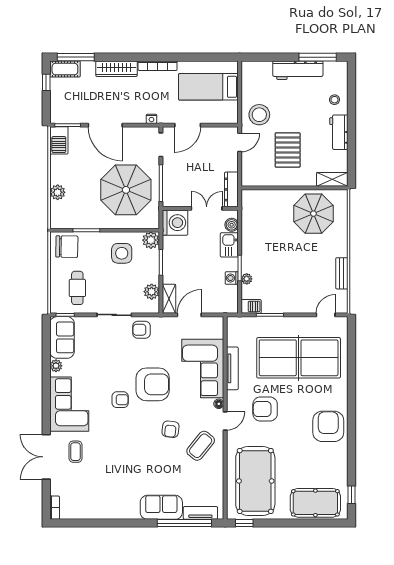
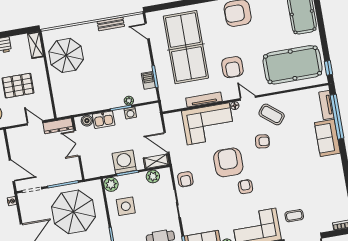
door: (240, 142) -> (35, 123), moved
washing machine: (175, 223) -> (124, 162), moved
barbecue: (251, 306) -> (148, 80), moved

